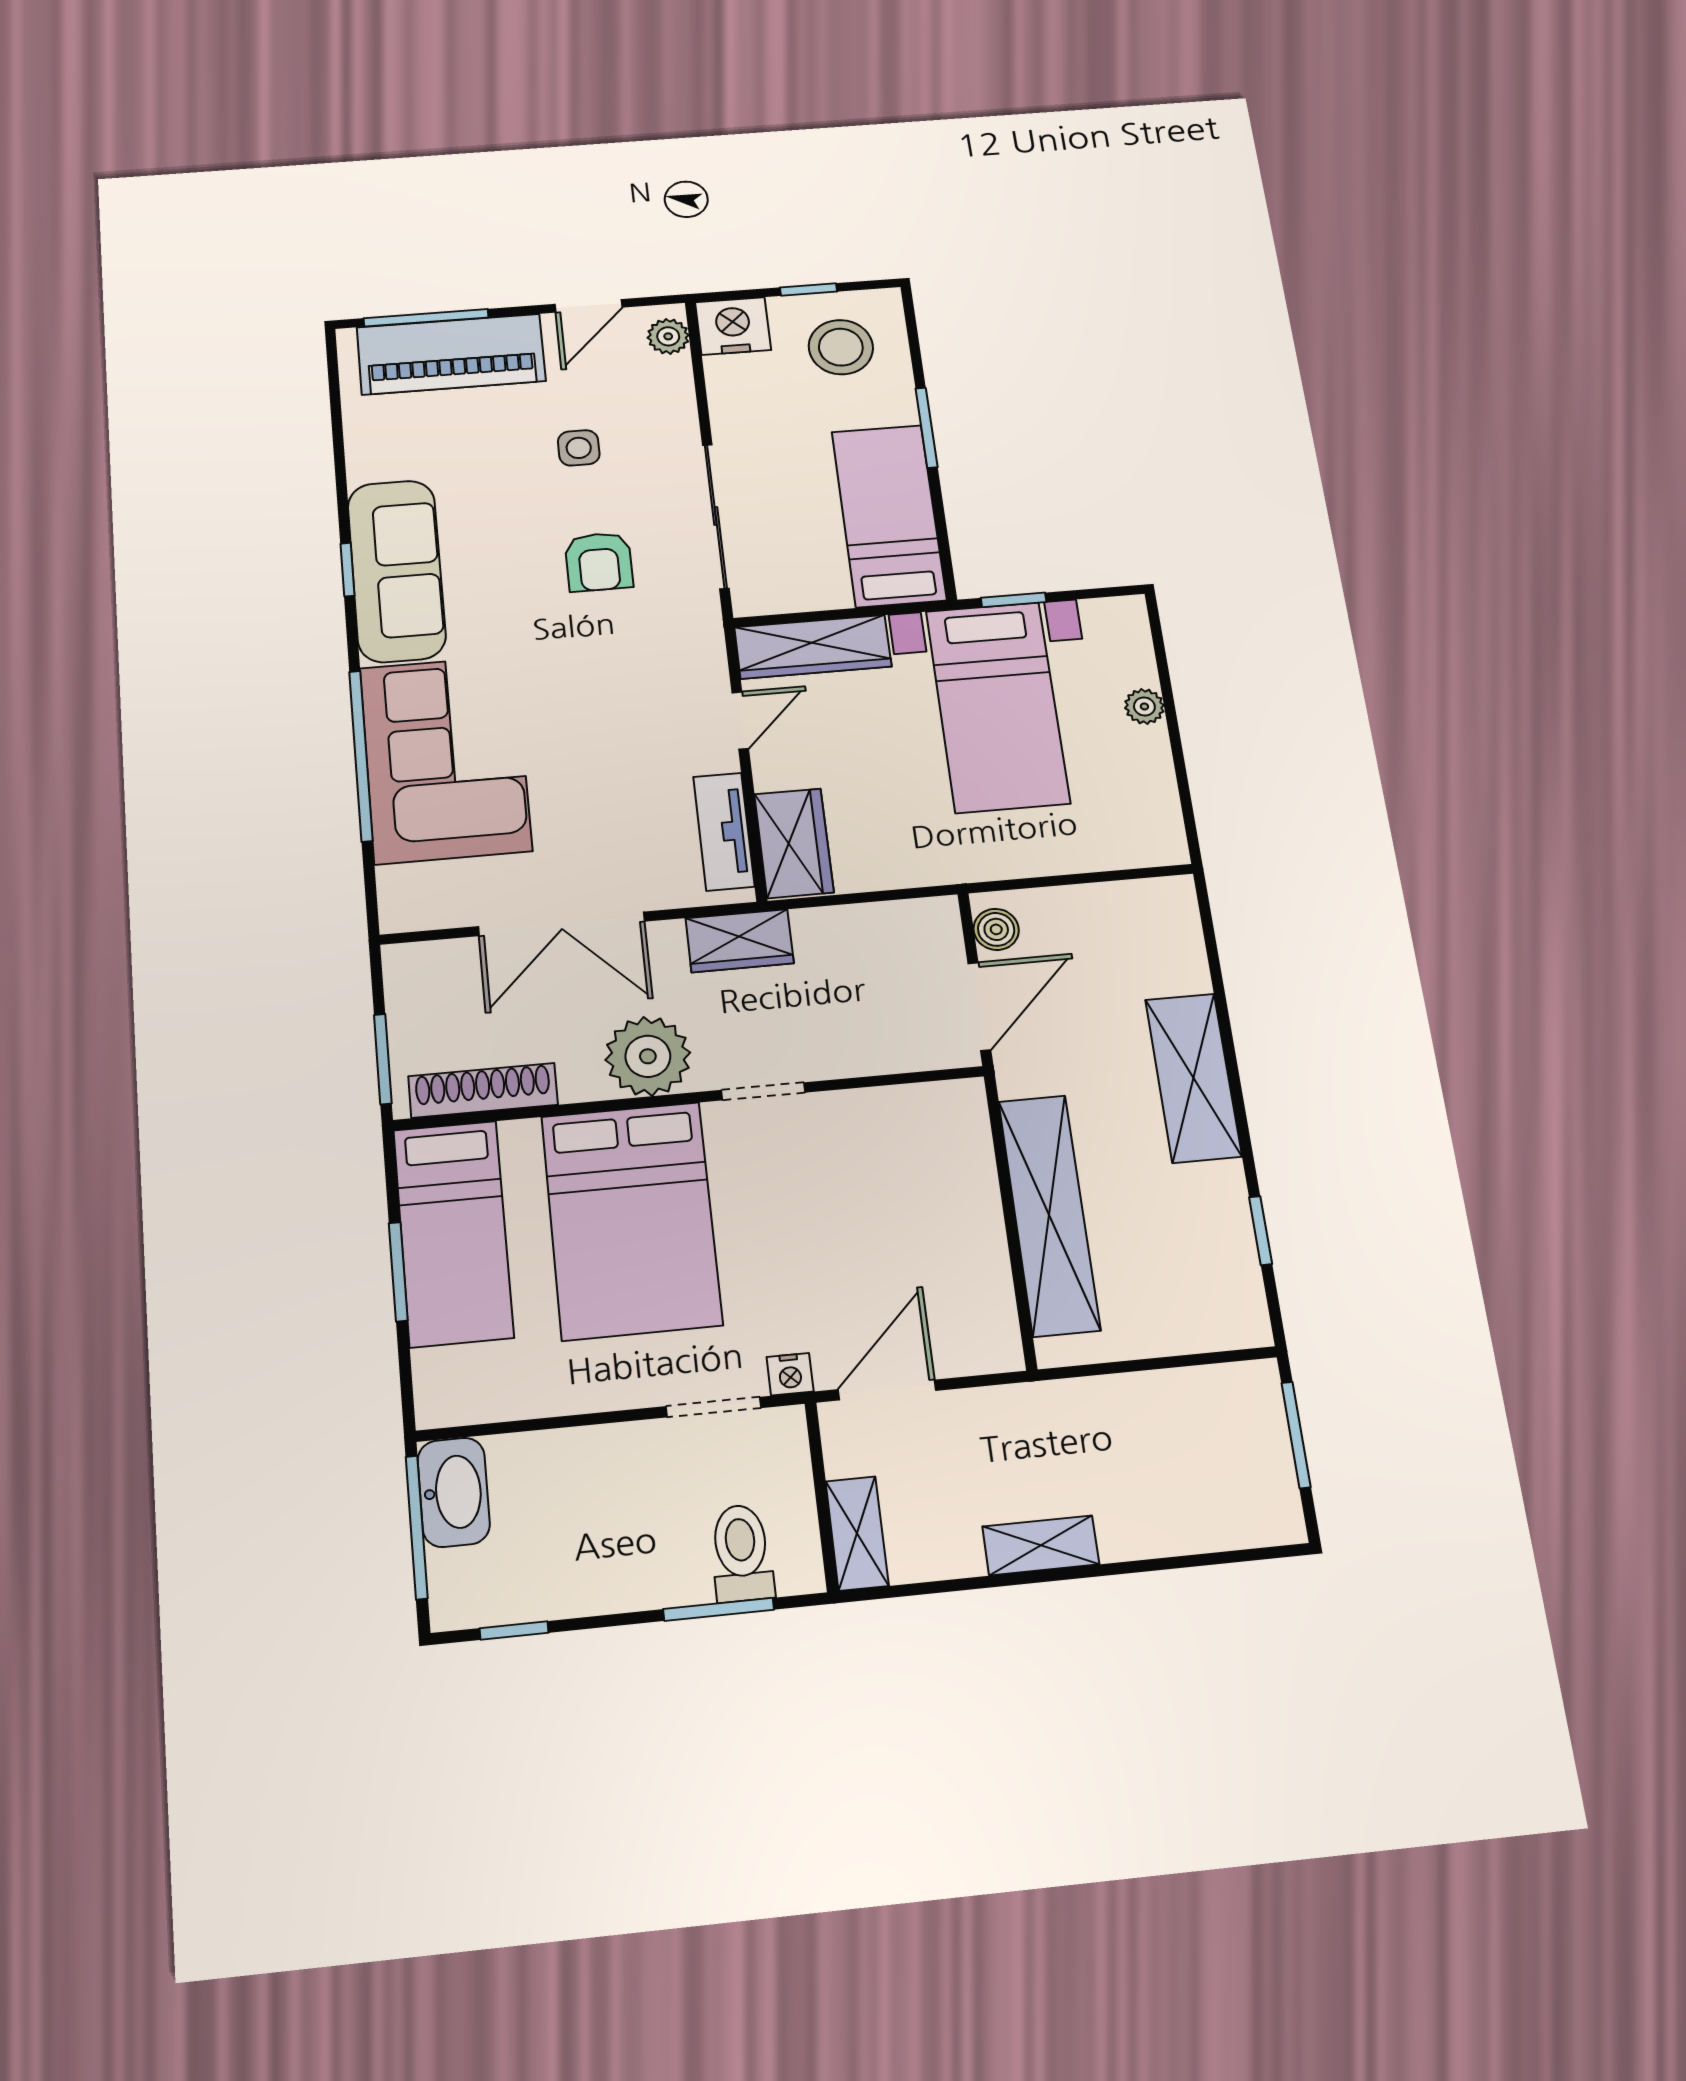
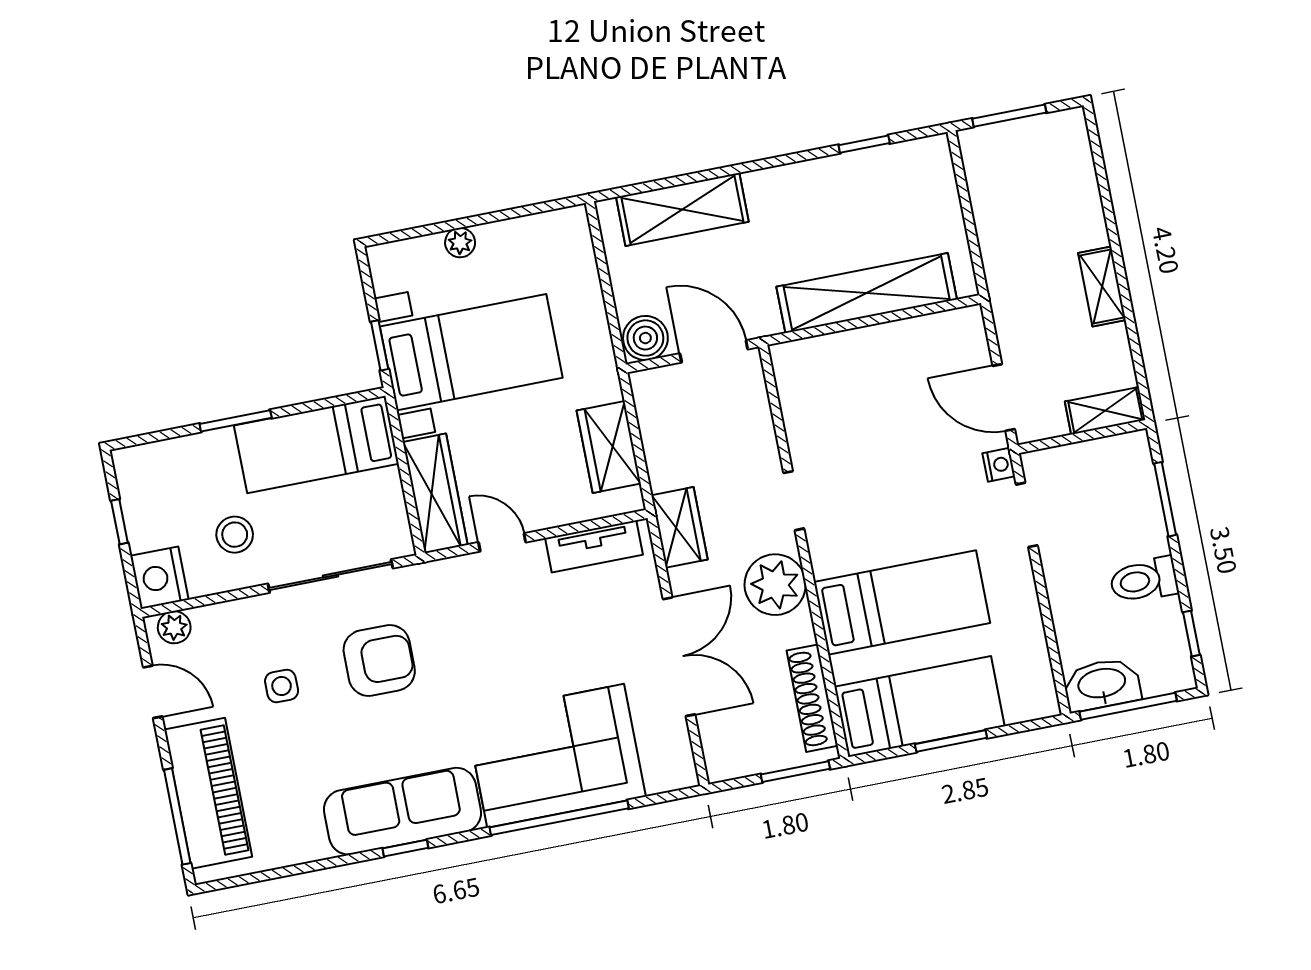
stool: (841, 347) -> (235, 535), moved, width x0.73, depth x0.73
armchair: (599, 562) -> (379, 660), width x1.38, depth x1.38
wardrobe: (794, 843) -> (609, 447), moved, turned -90
boiler: (996, 929) -> (645, 338), width x1.36, depth x1.36
shelving: (1193, 1078) -> (682, 209), moved
bed: (631, 1220) -> (902, 602), width x0.67
toilet: (741, 1553) -> (1144, 580), moved

